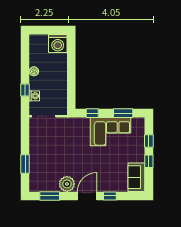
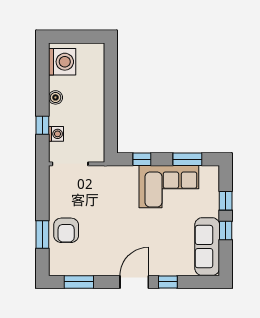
washing machine: (58, 43) -> (62, 62), moved, turned -90
armchair: (41, 161) -> (66, 230), added
sofa: (136, 177) -> (207, 247), width x1.36
plant: (67, 184) -> (104, 264), removed

